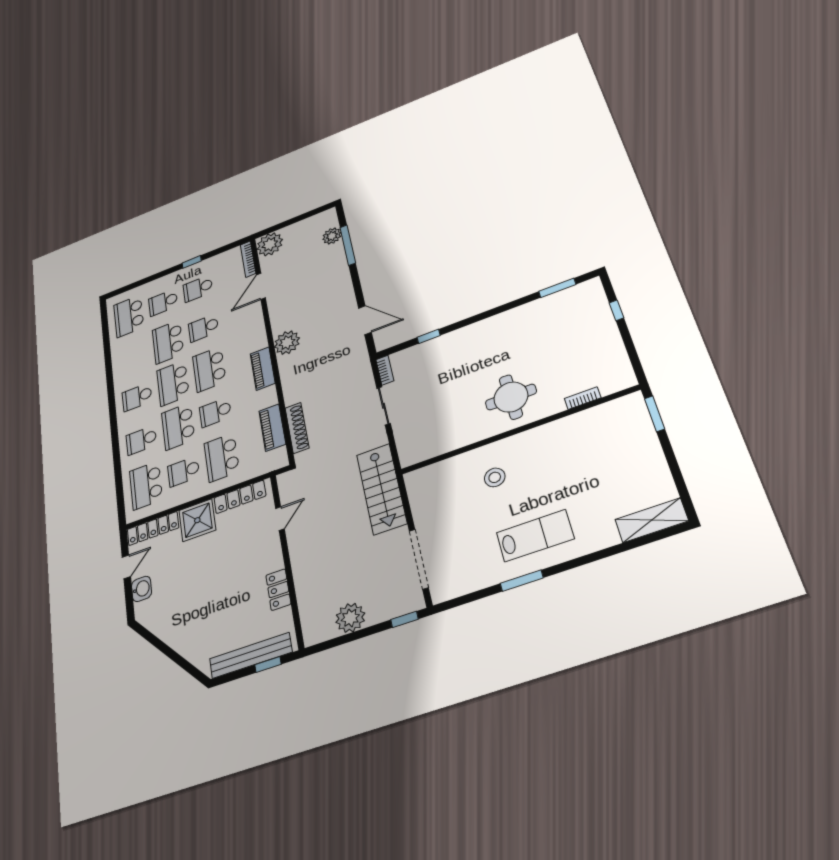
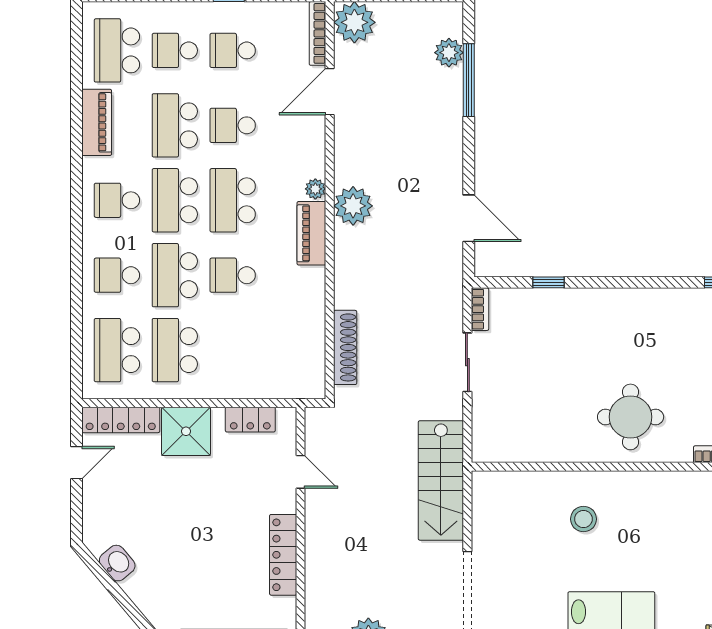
plant: (261, 343) -> (315, 189), added
piano: (272, 428) -> (97, 122), moved, turned 180
school desk: (222, 457) -> (233, 350), removed
school desk: (184, 472) -> (175, 350), width x1.85
locker: (240, 497) -> (250, 420), width x0.66
door: (280, 519) -> (300, 472), hinge flipped
washbasin: (141, 589) -> (117, 563), moved, turned -40
locker: (278, 590) -> (283, 555), width x1.53

